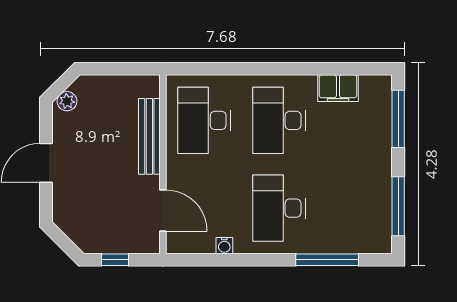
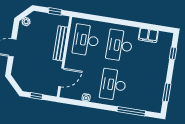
window: (127, 69) -> (55, 11), added
window: (398, 119) -> (173, 53), width x0.46
window: (398, 206) -> (167, 92), width x0.69
door: (163, 210) -> (61, 77), hinge flipped

